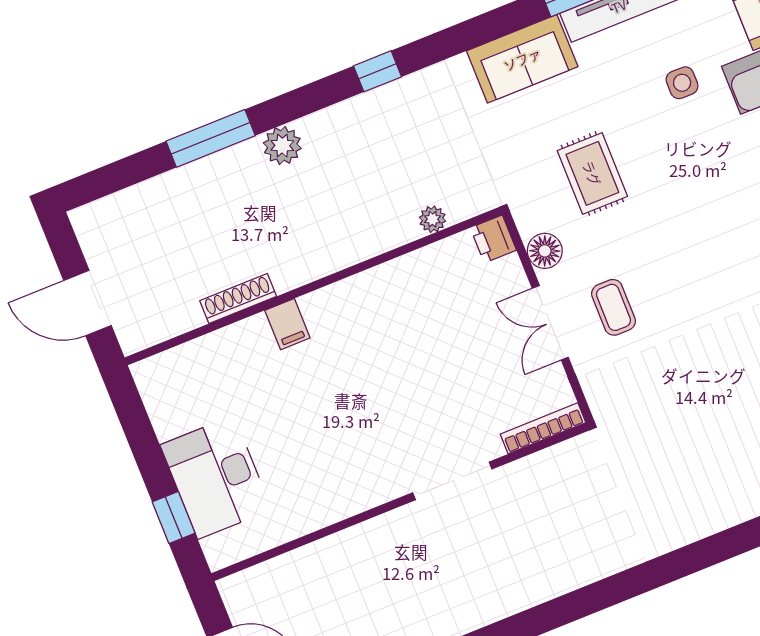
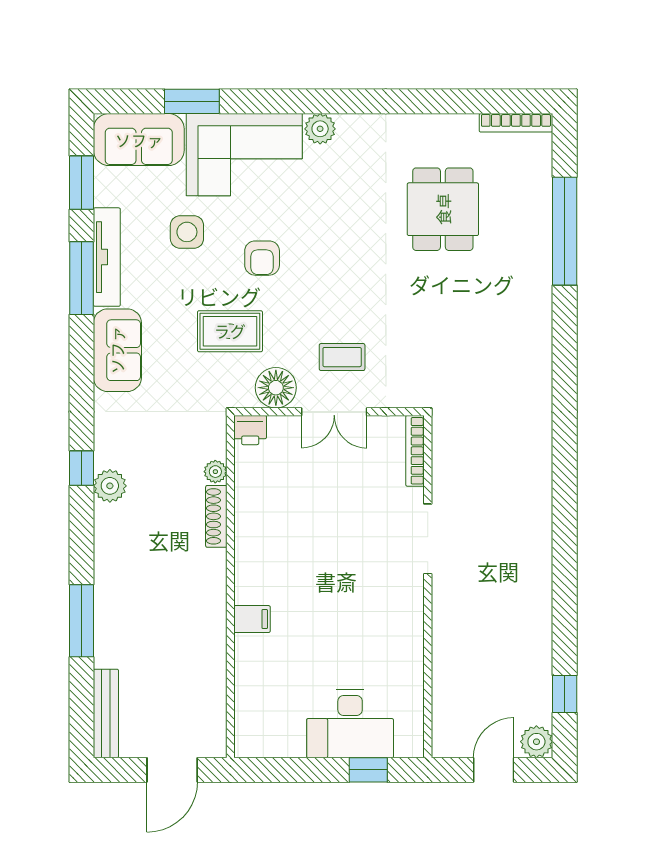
side table: (682, 83) -> (187, 232), width x1.37, depth x1.37
plant: (282, 146) -> (110, 486), moved
armchair: (687, 176) -> (262, 258), added
bench: (120, 206) -> (106, 713), added
floor lamp: (545, 251) -> (276, 388), width x1.38, depth x1.38
shoe rack: (238, 298) -> (216, 516), moved

